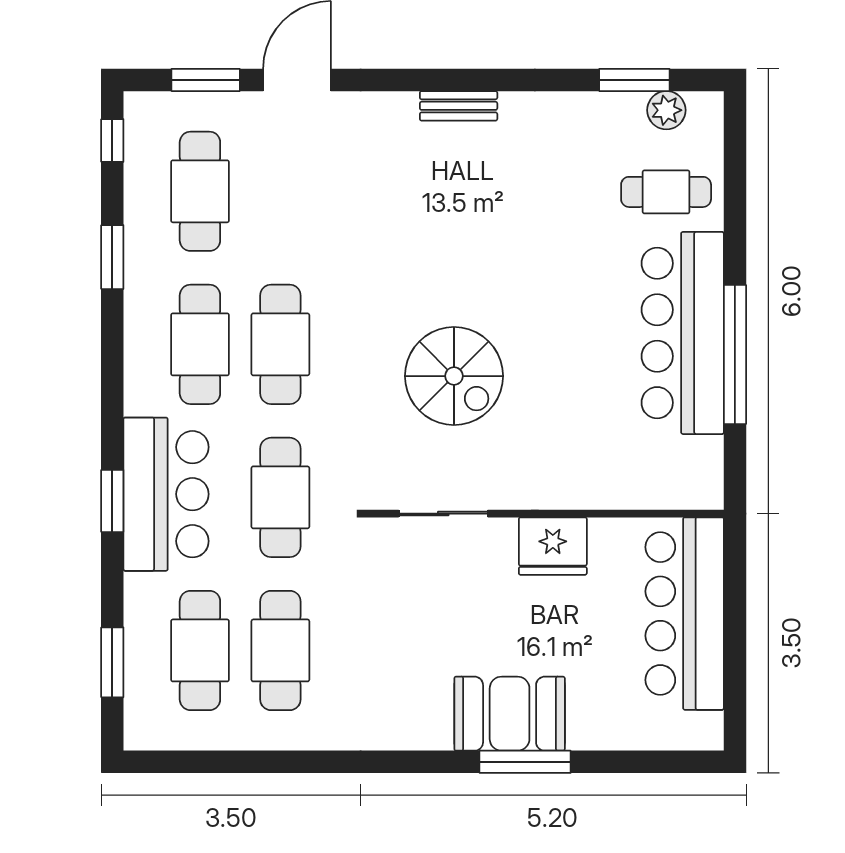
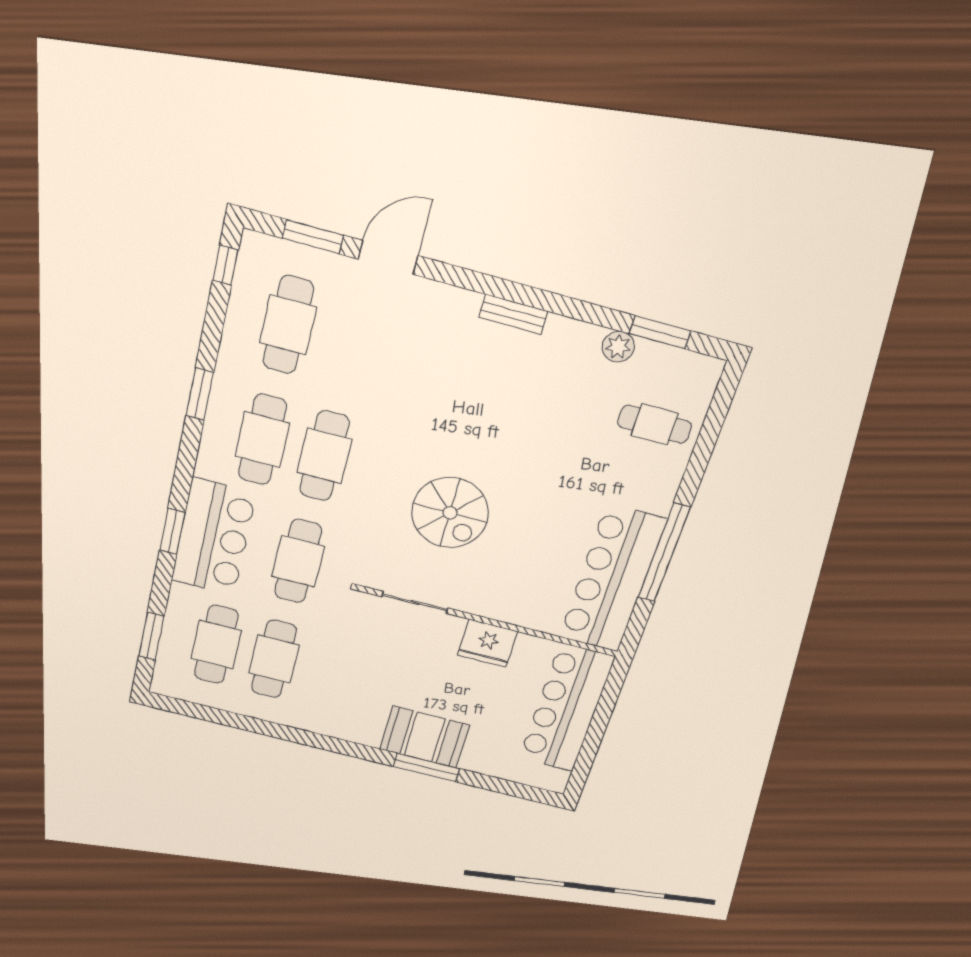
plant: (666, 110) -> (618, 347), moved
window: (112, 257) -> (200, 394), moved
bar counter: (683, 333) -> (612, 579), moved

